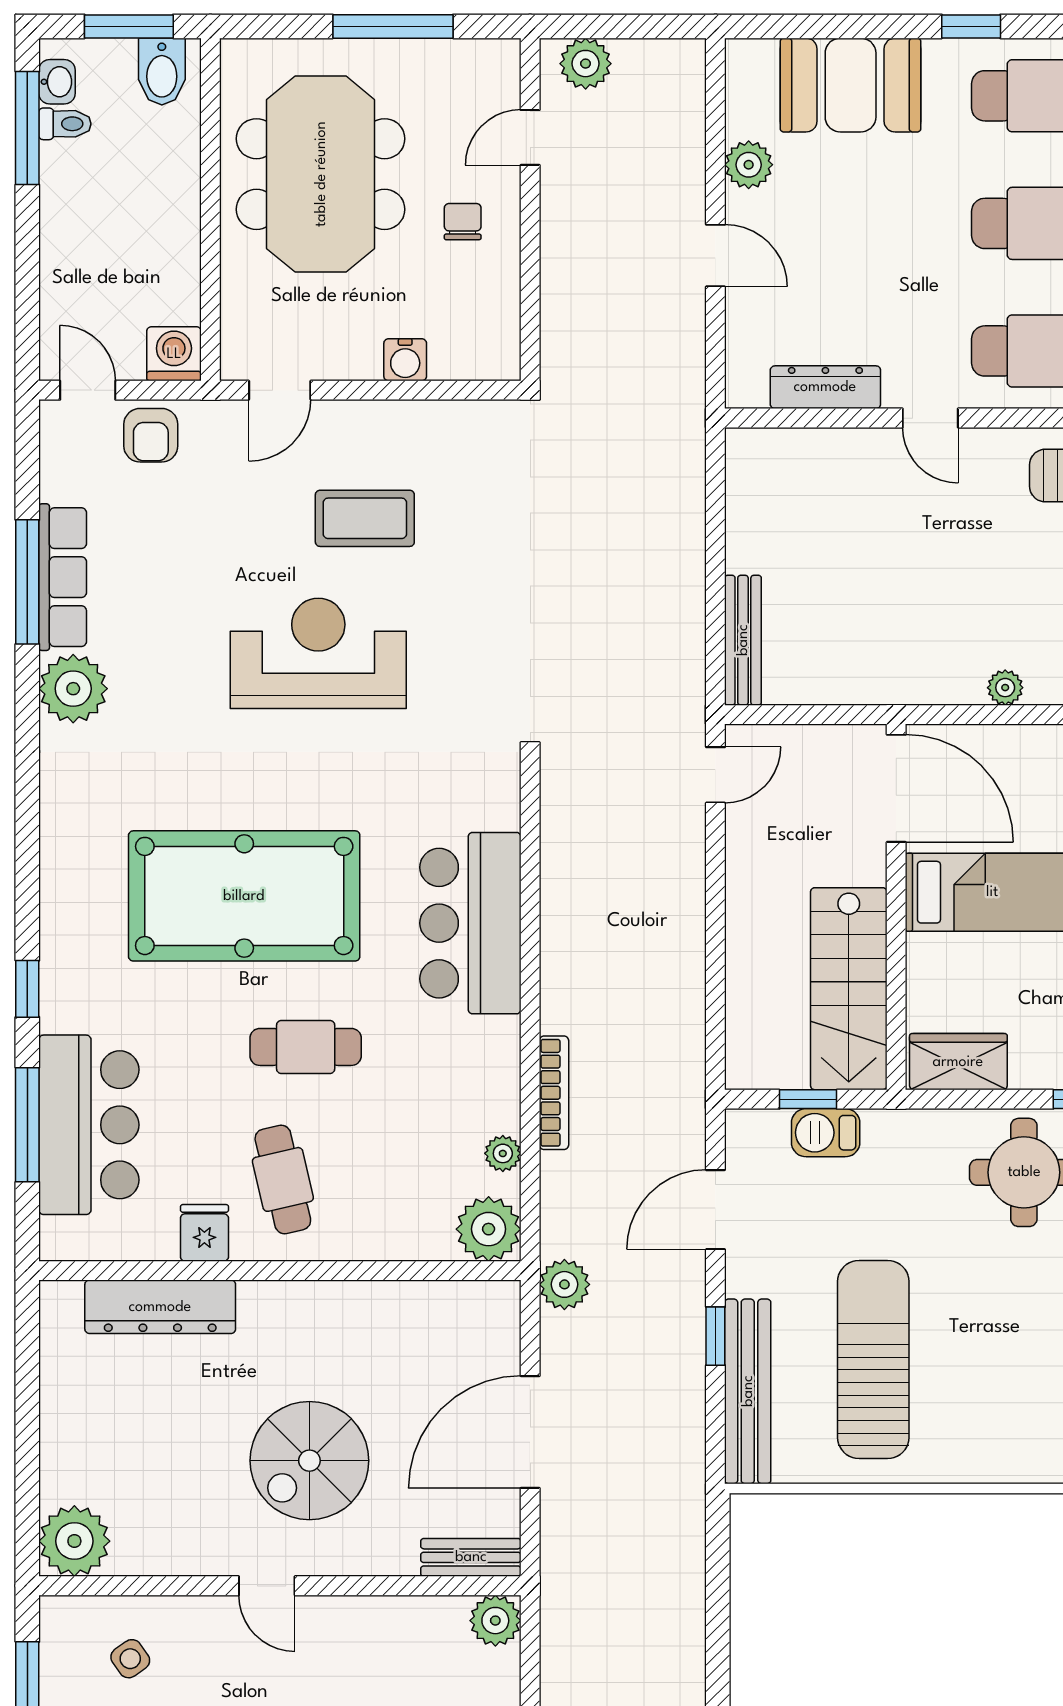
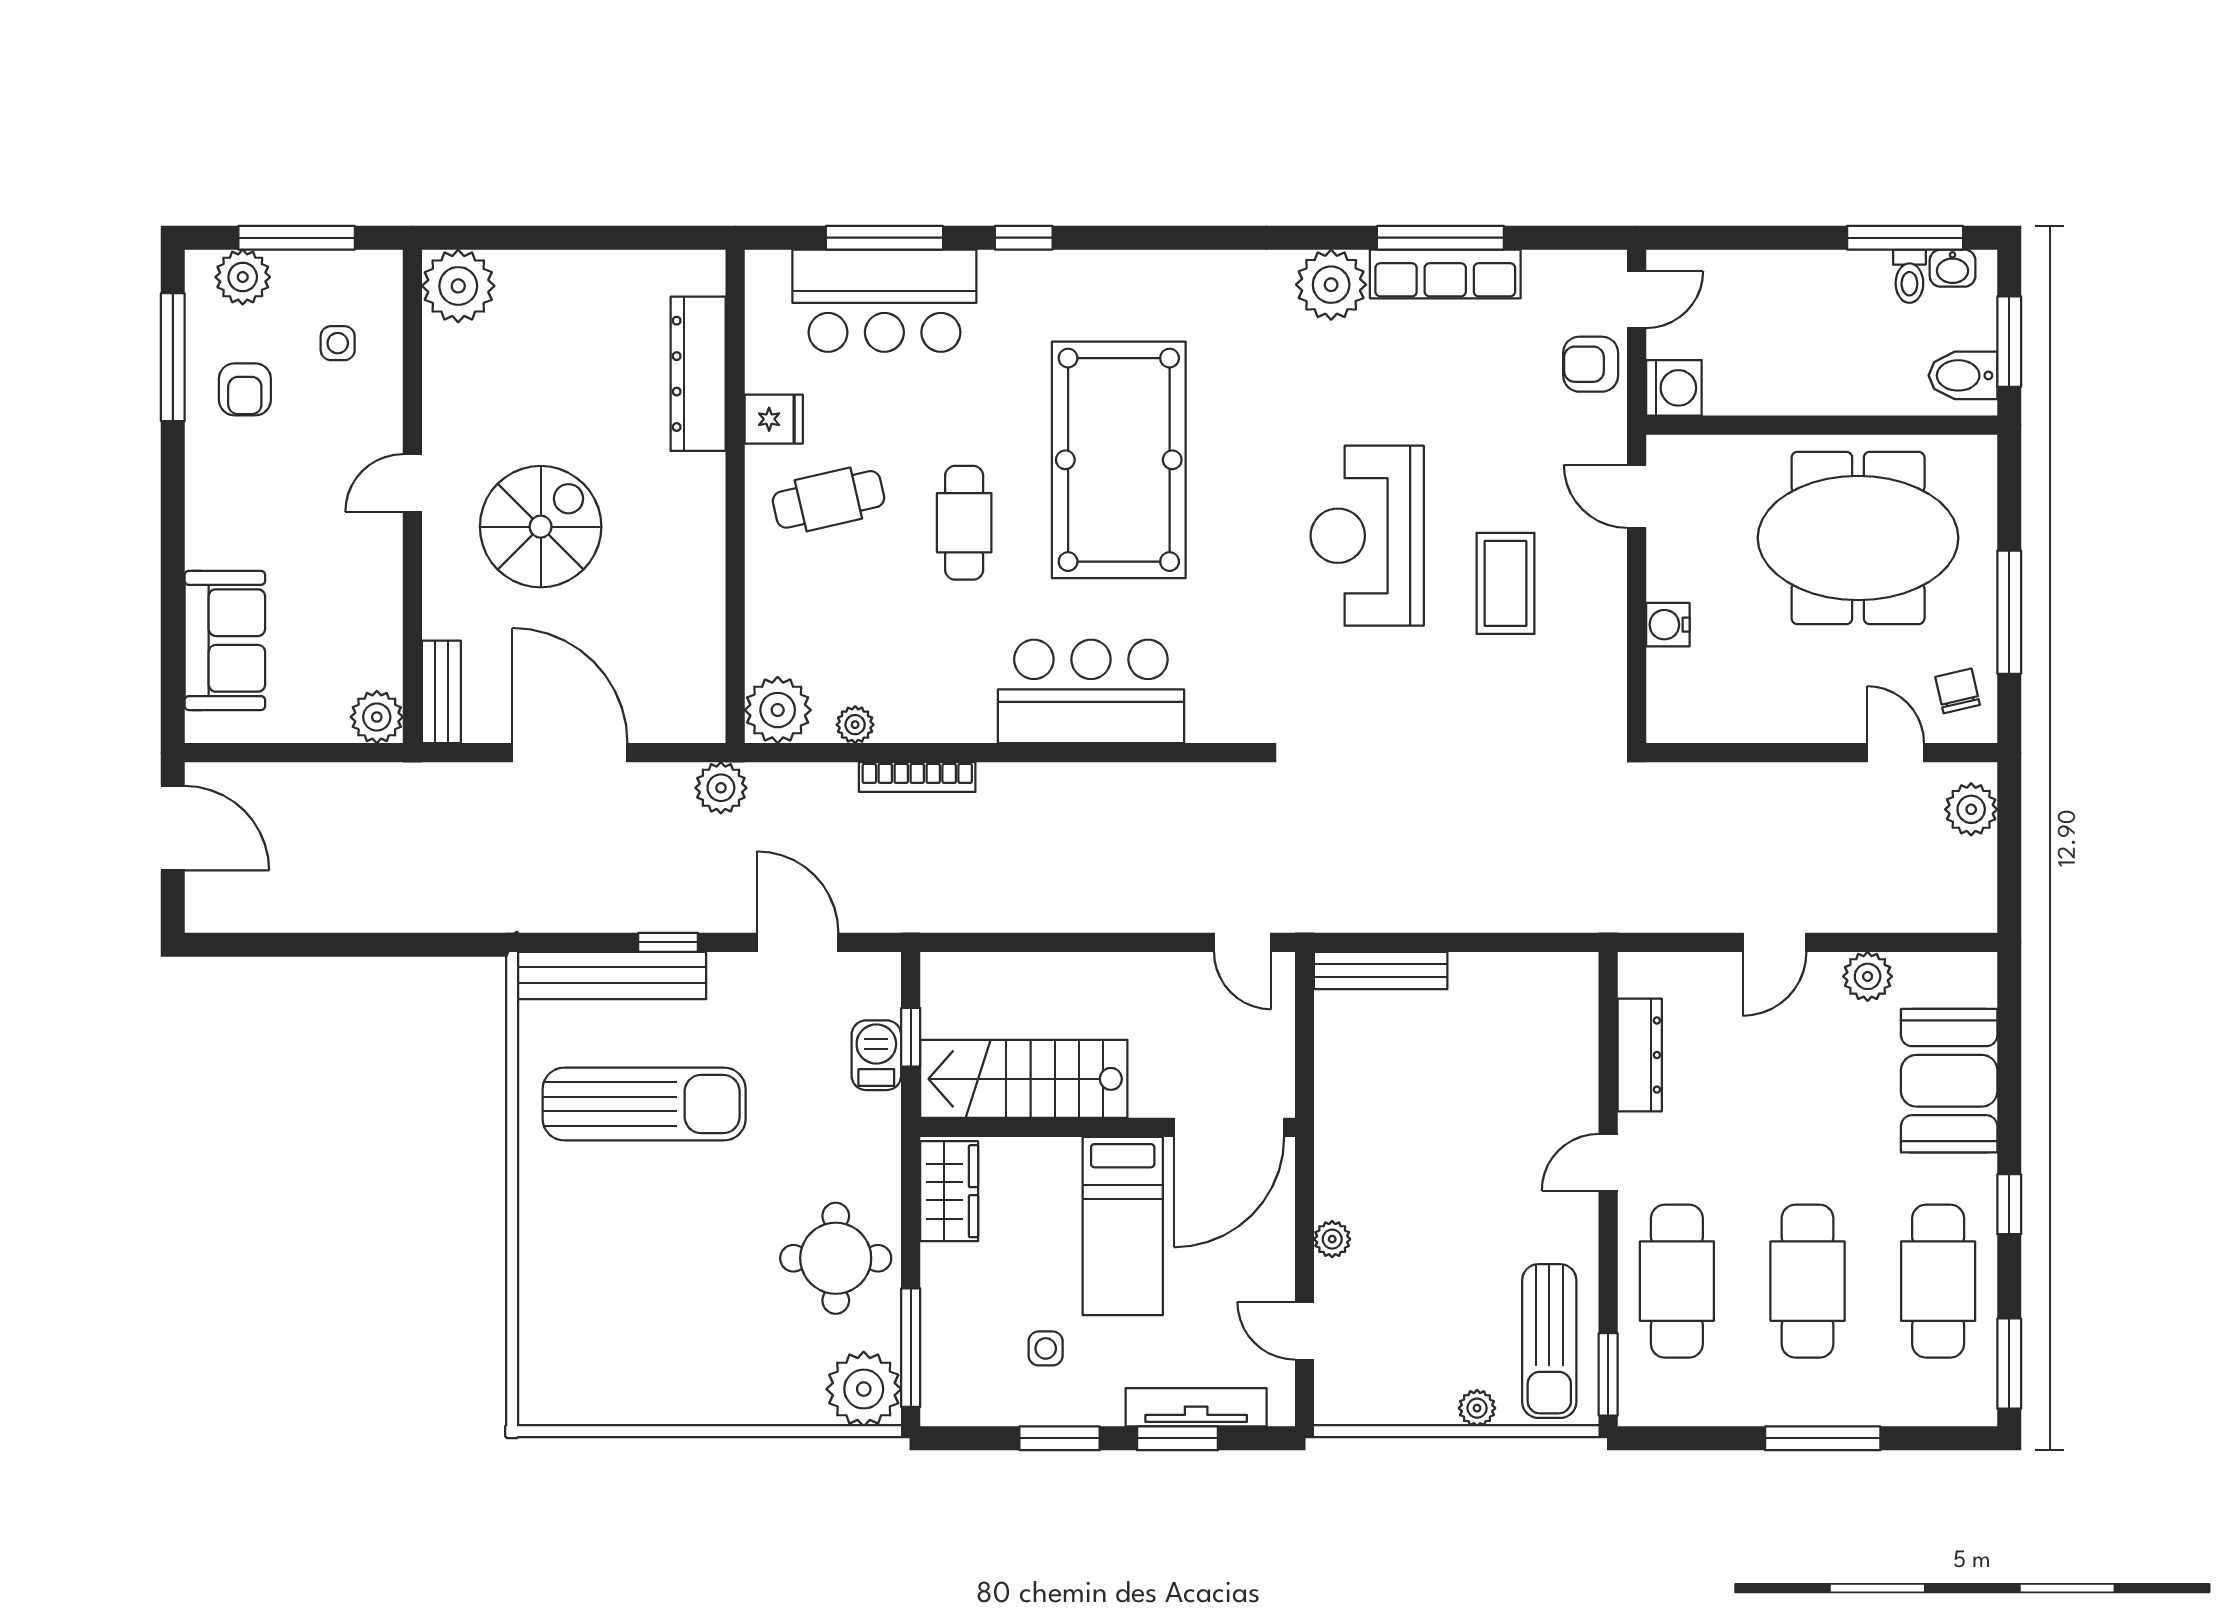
chair: (463, 222) -> (1958, 691), moved, turned -103
reception desk: (318, 653) -> (1367, 536), turned 180
spiral stairs: (309, 1461) -> (541, 527), turned 90
side table: (130, 1659) -> (338, 343), turned 35

